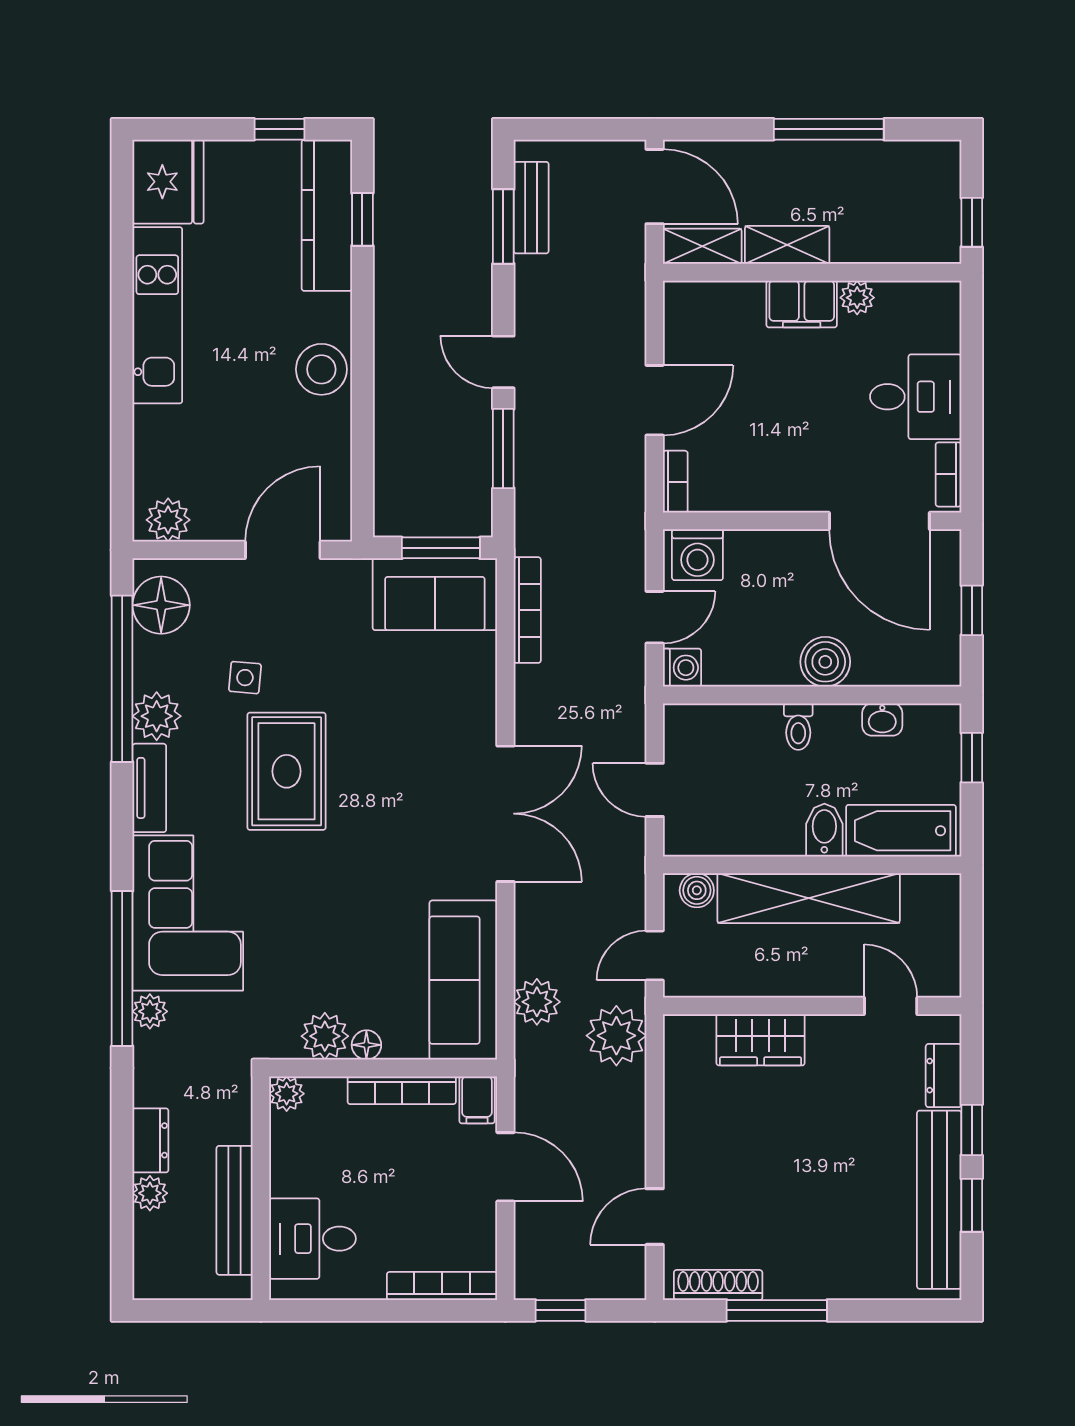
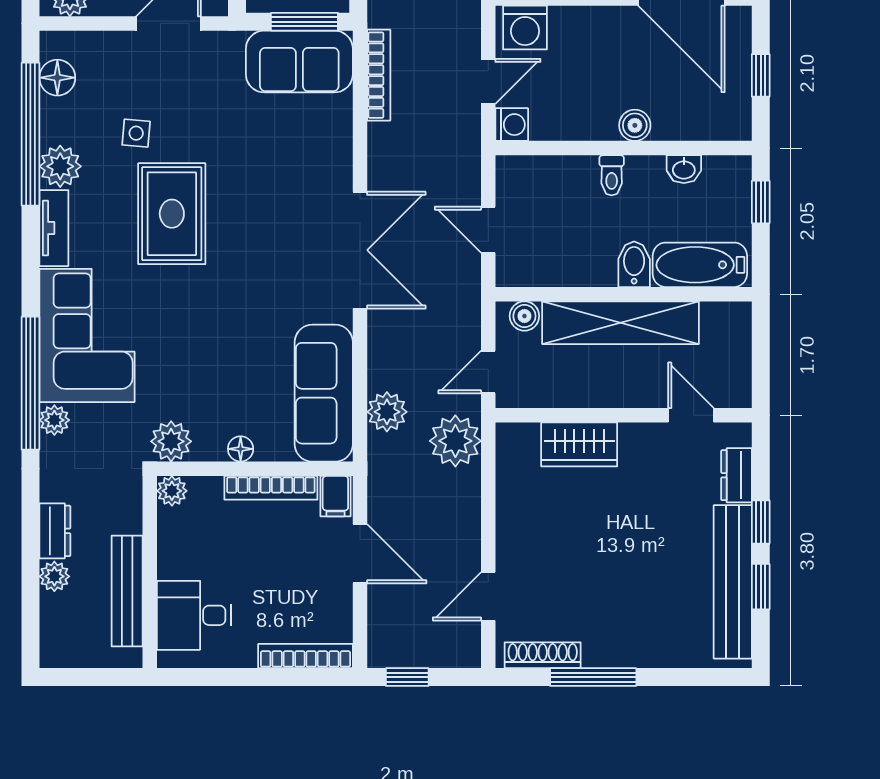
floor lamp: (161, 605) -> (57, 78), width x0.73, depth x0.73
boiler: (825, 662) -> (635, 125), width x0.73, depth x0.73
plant: (325, 1036) -> (171, 441), moved

